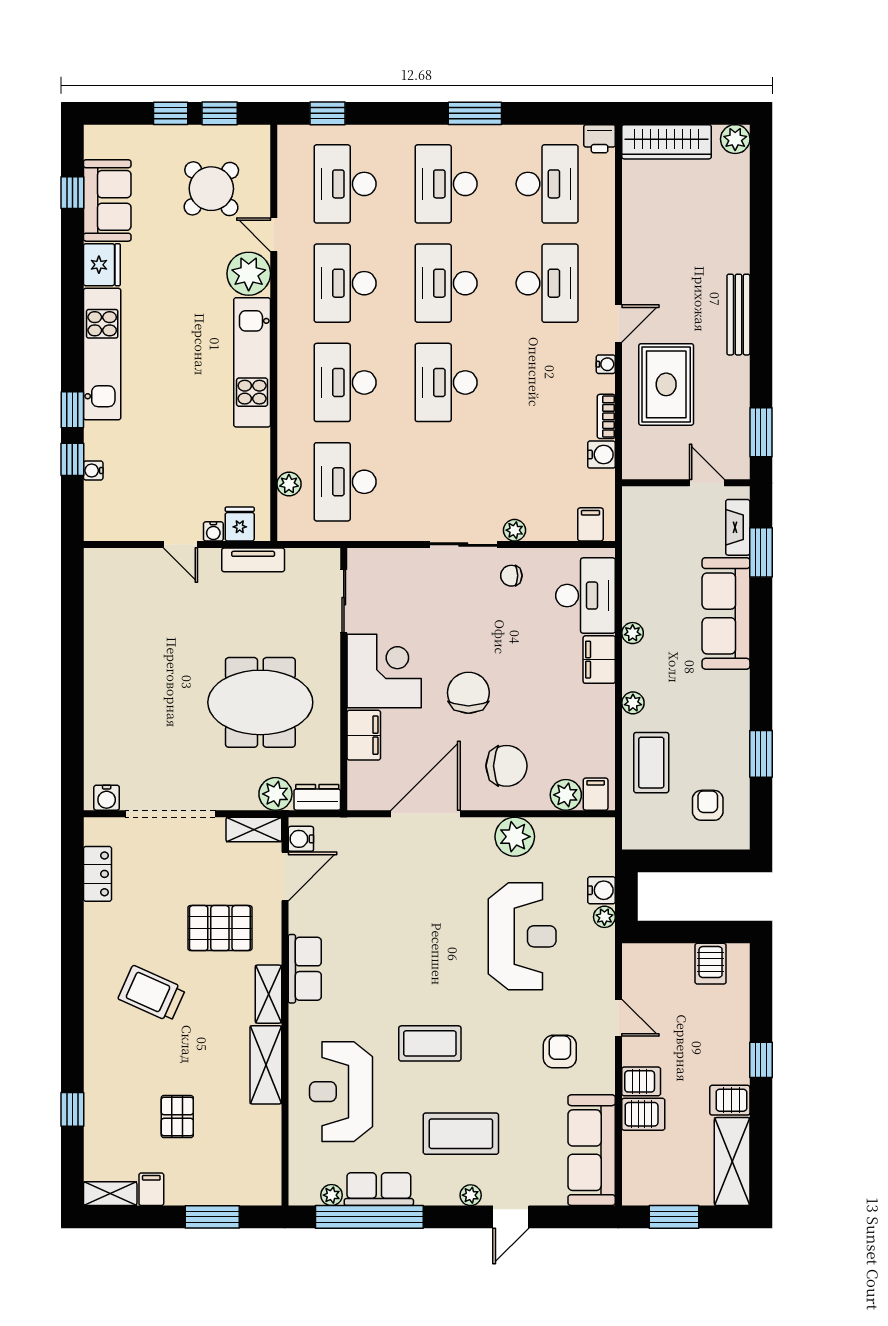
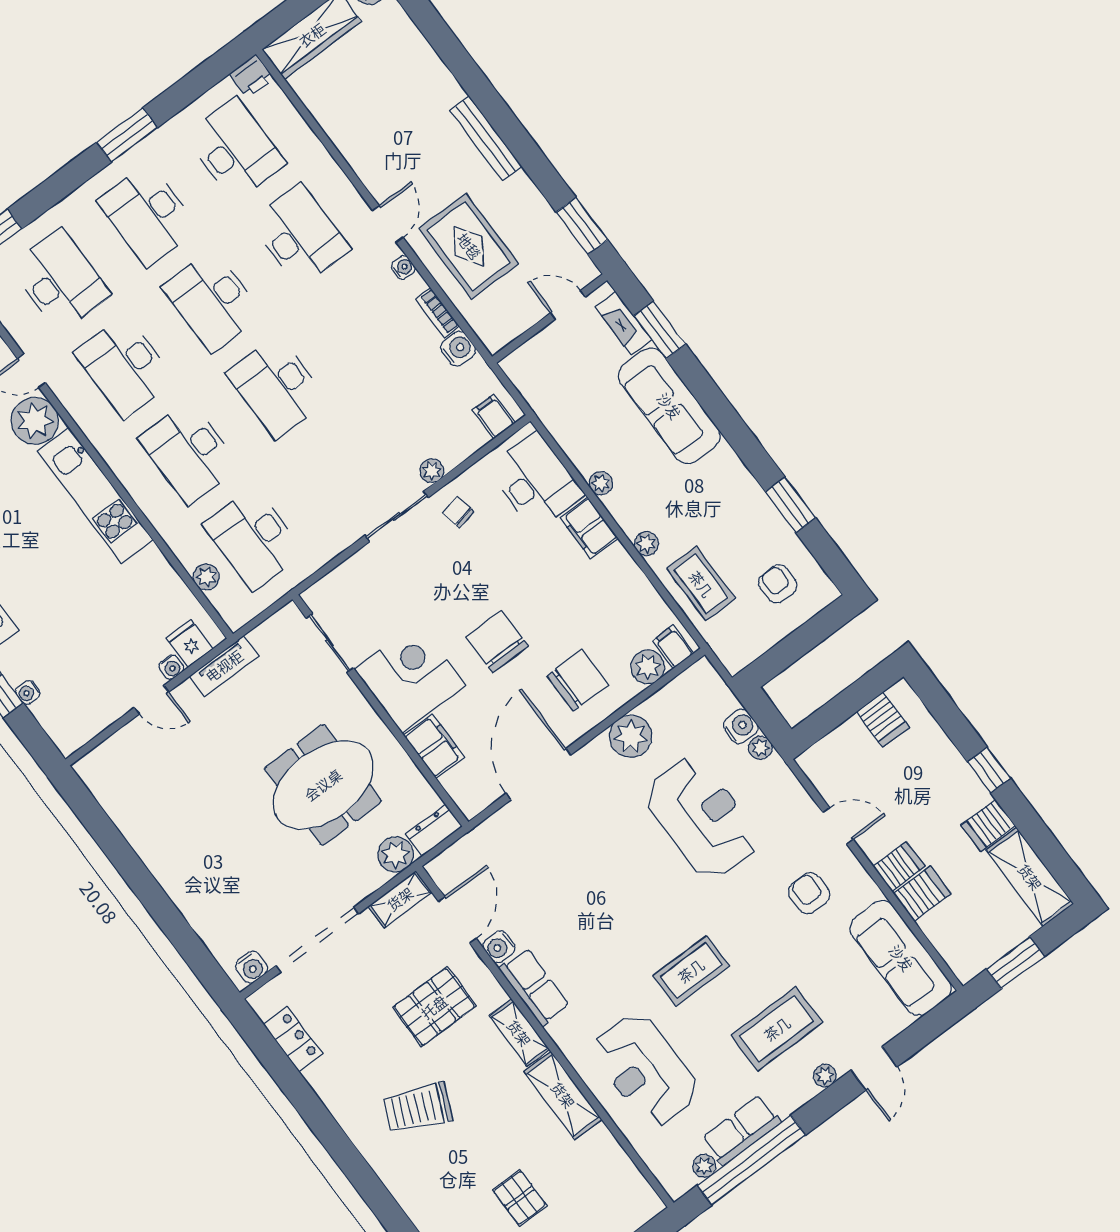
desk: (345, 184) -> (60, 280), turned 180
chair: (511, 576) -> (458, 512), turned 79
water cooler: (301, 839) -> (499, 947), moved

